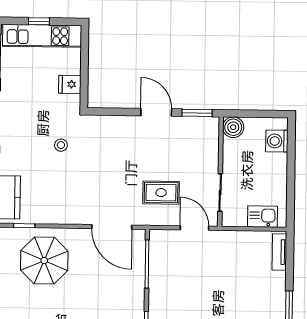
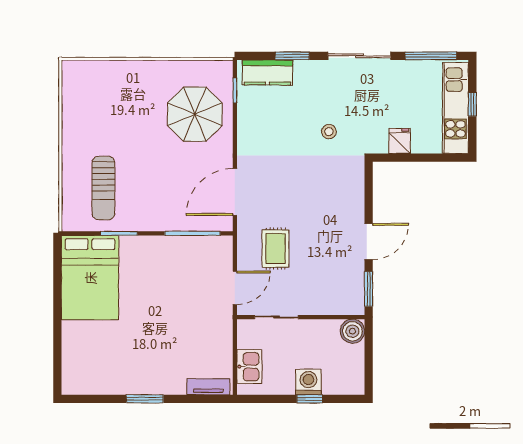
washing machine: (277, 141) -> (308, 382), moved
window: (291, 165) -> (310, 399), added

